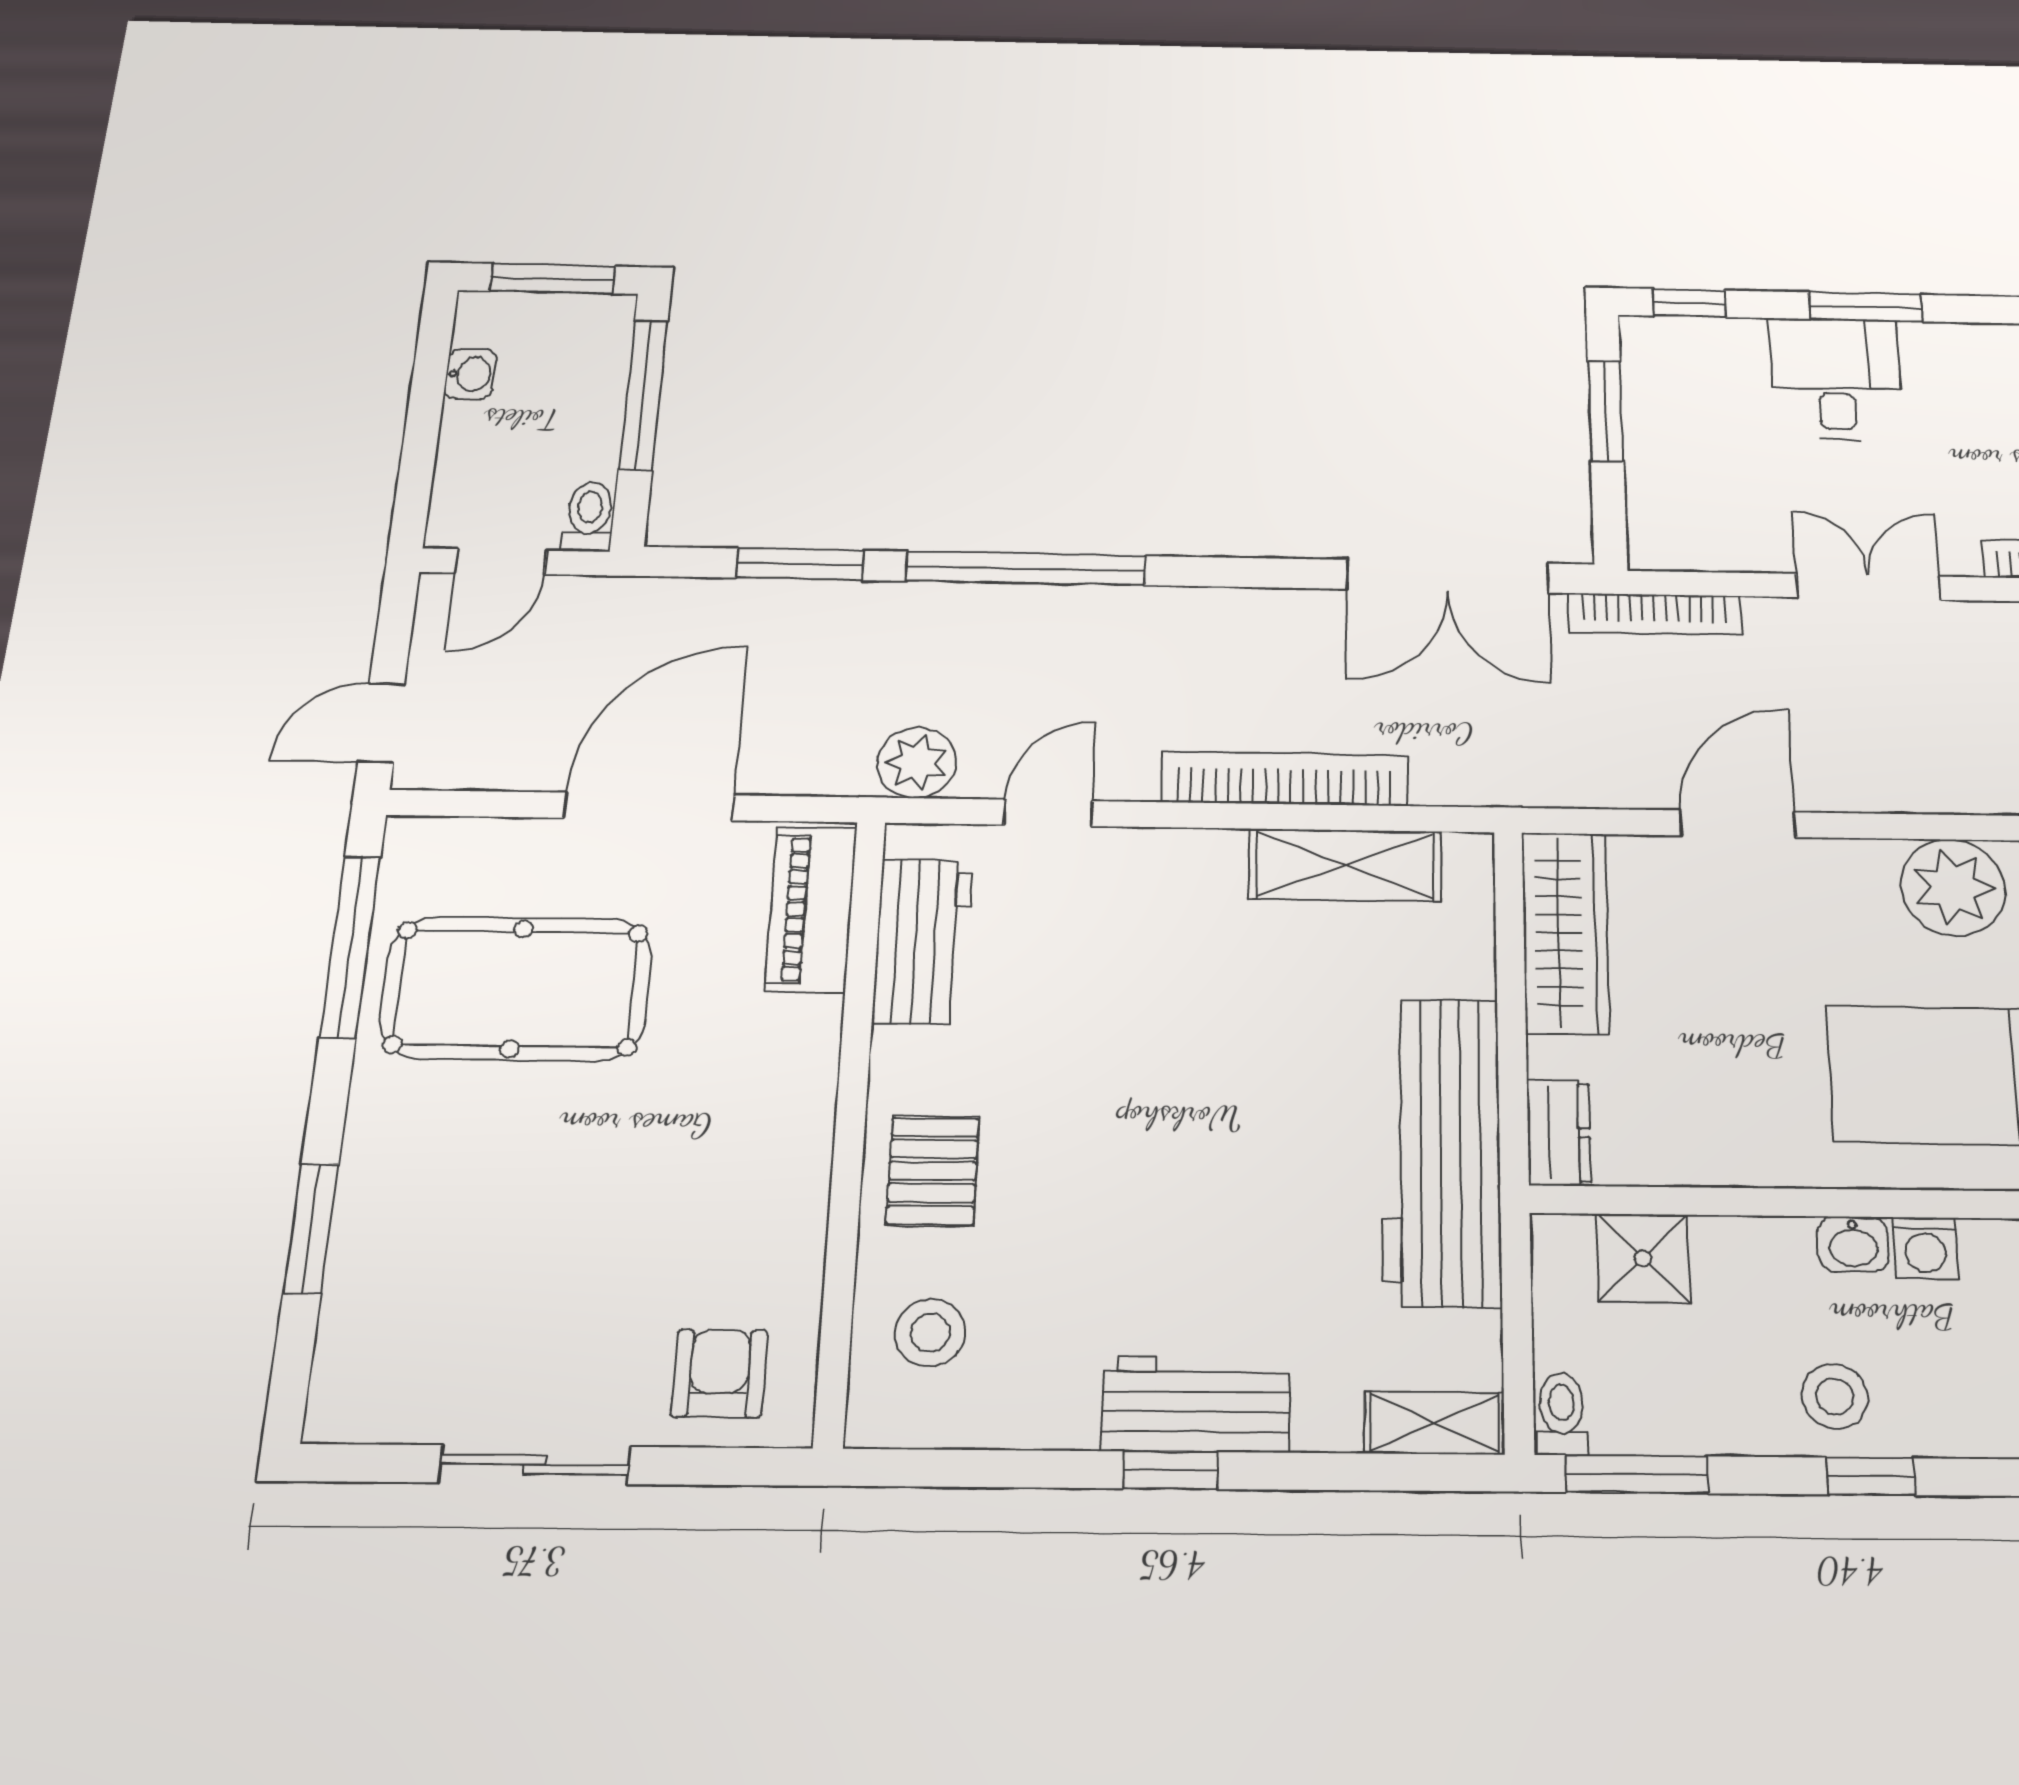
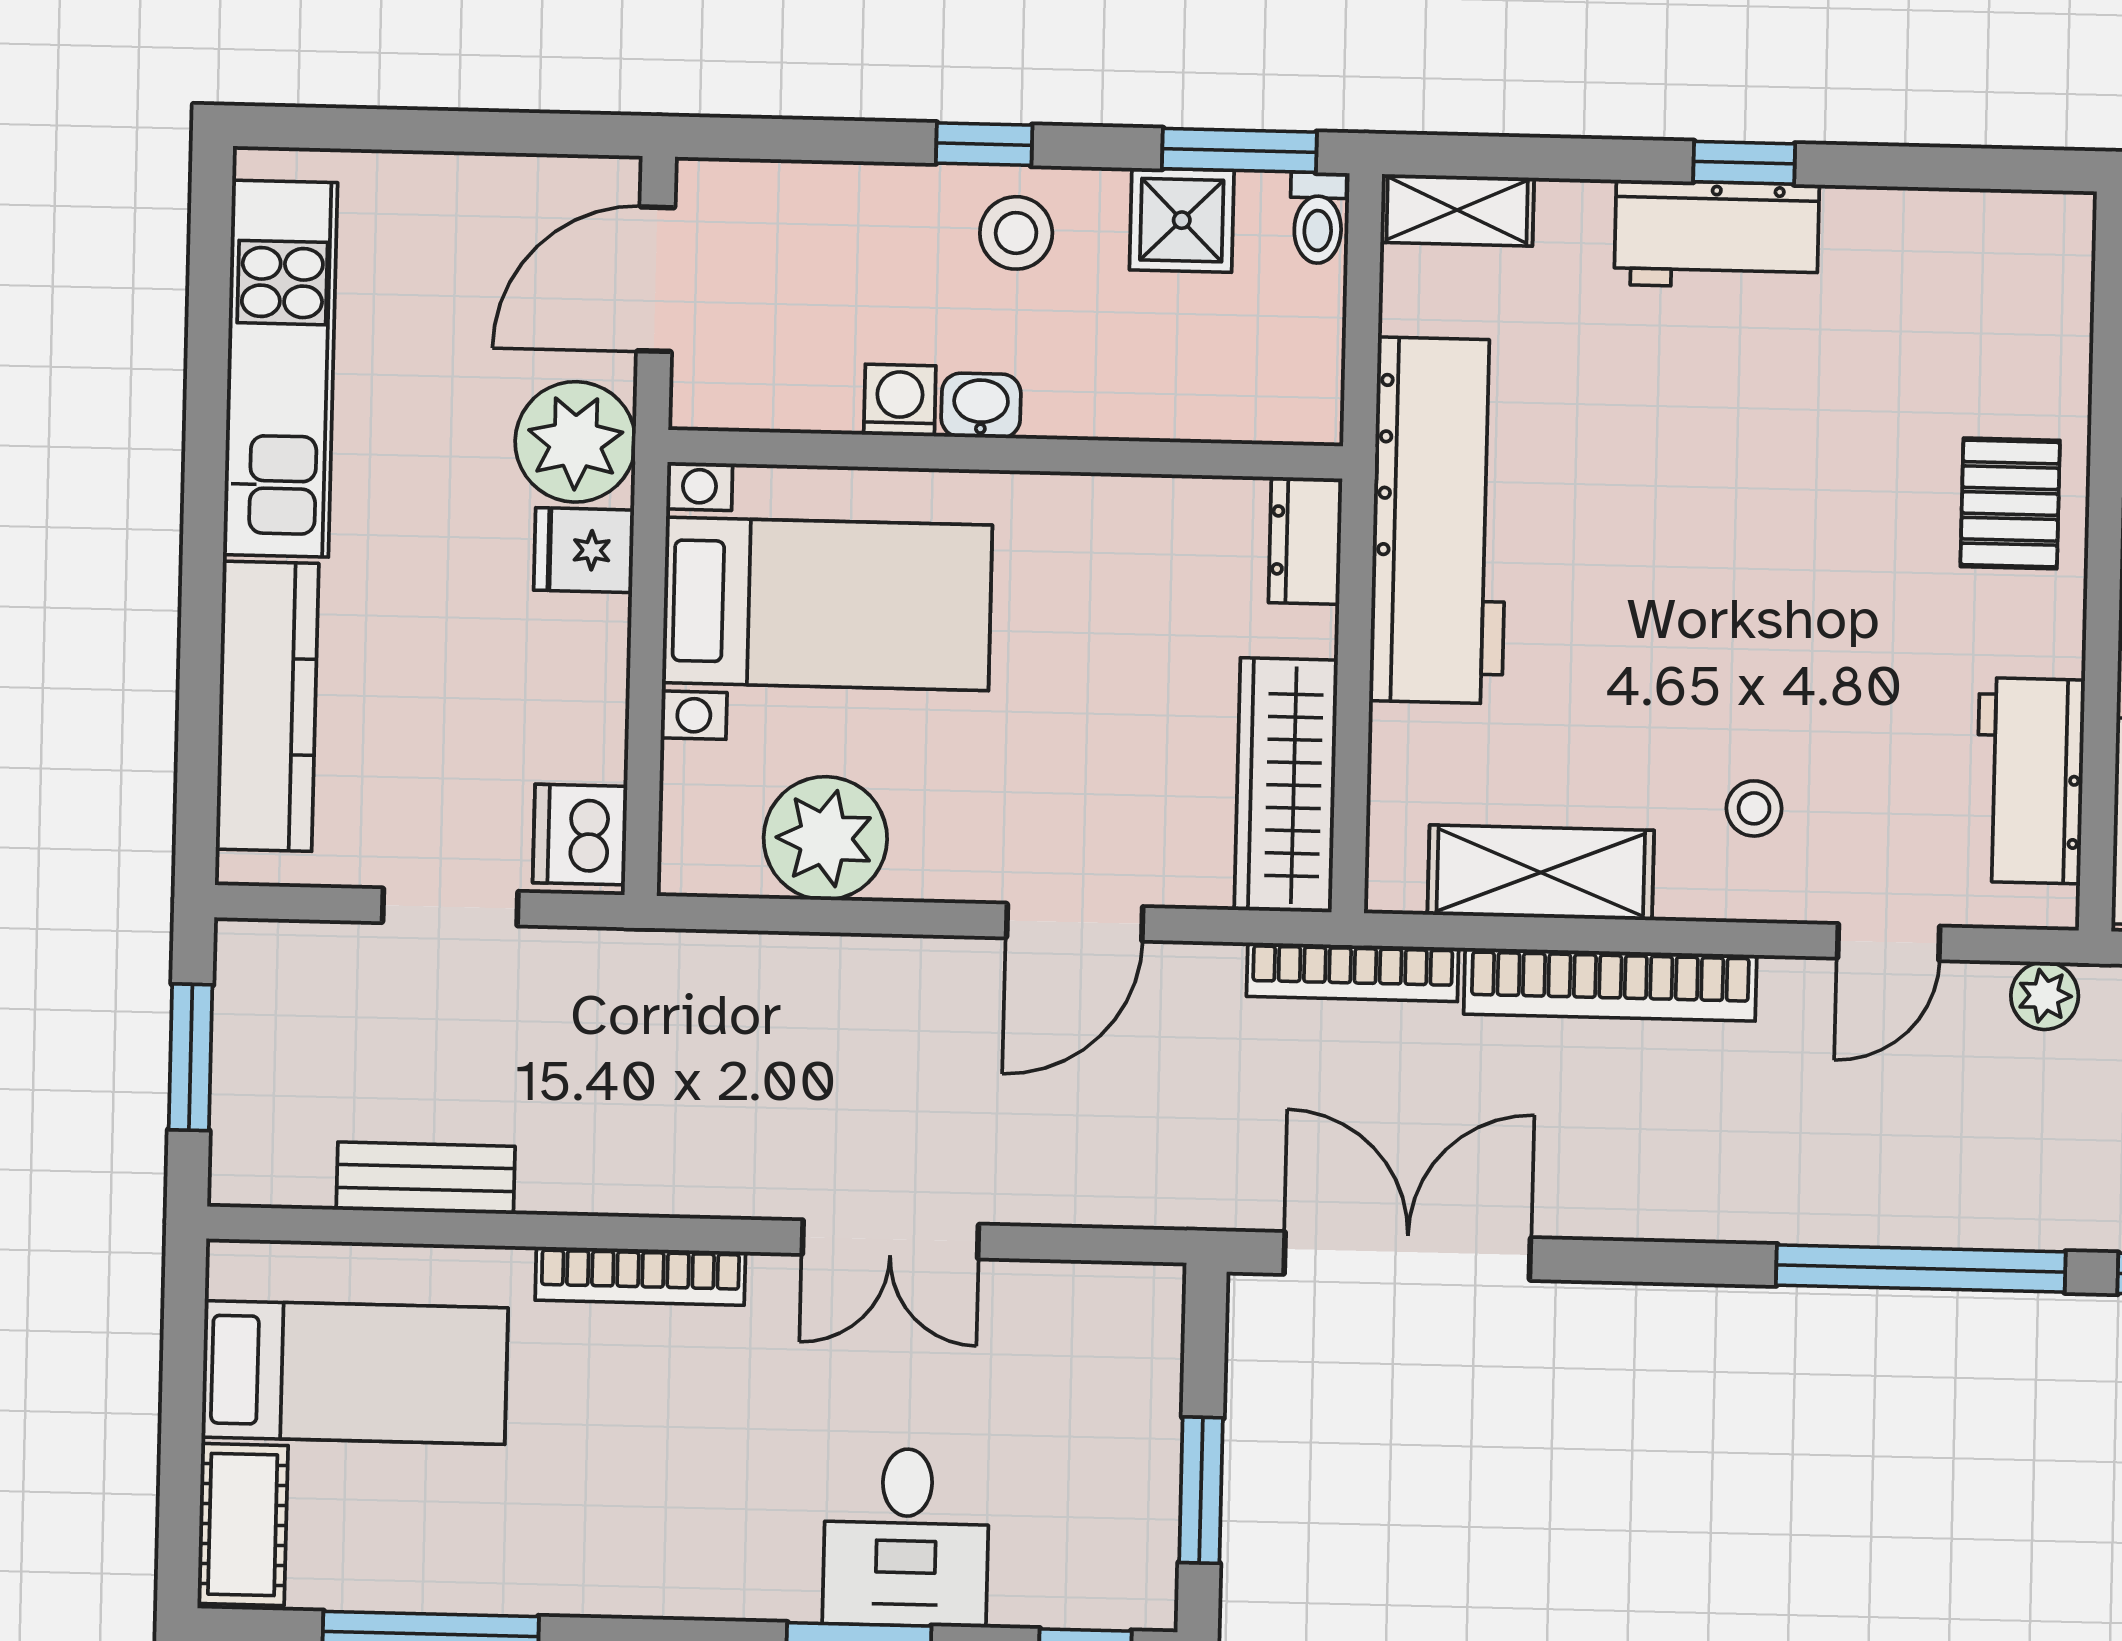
bookcase: (1654, 614) -> (1353, 972), moved, turned 180
plant: (917, 763) -> (2045, 996), width x0.73, depth x0.73
shower: (1643, 1258) -> (1182, 220), moved
stool: (930, 1333) -> (1754, 808), moved, width x0.73, depth x0.73

